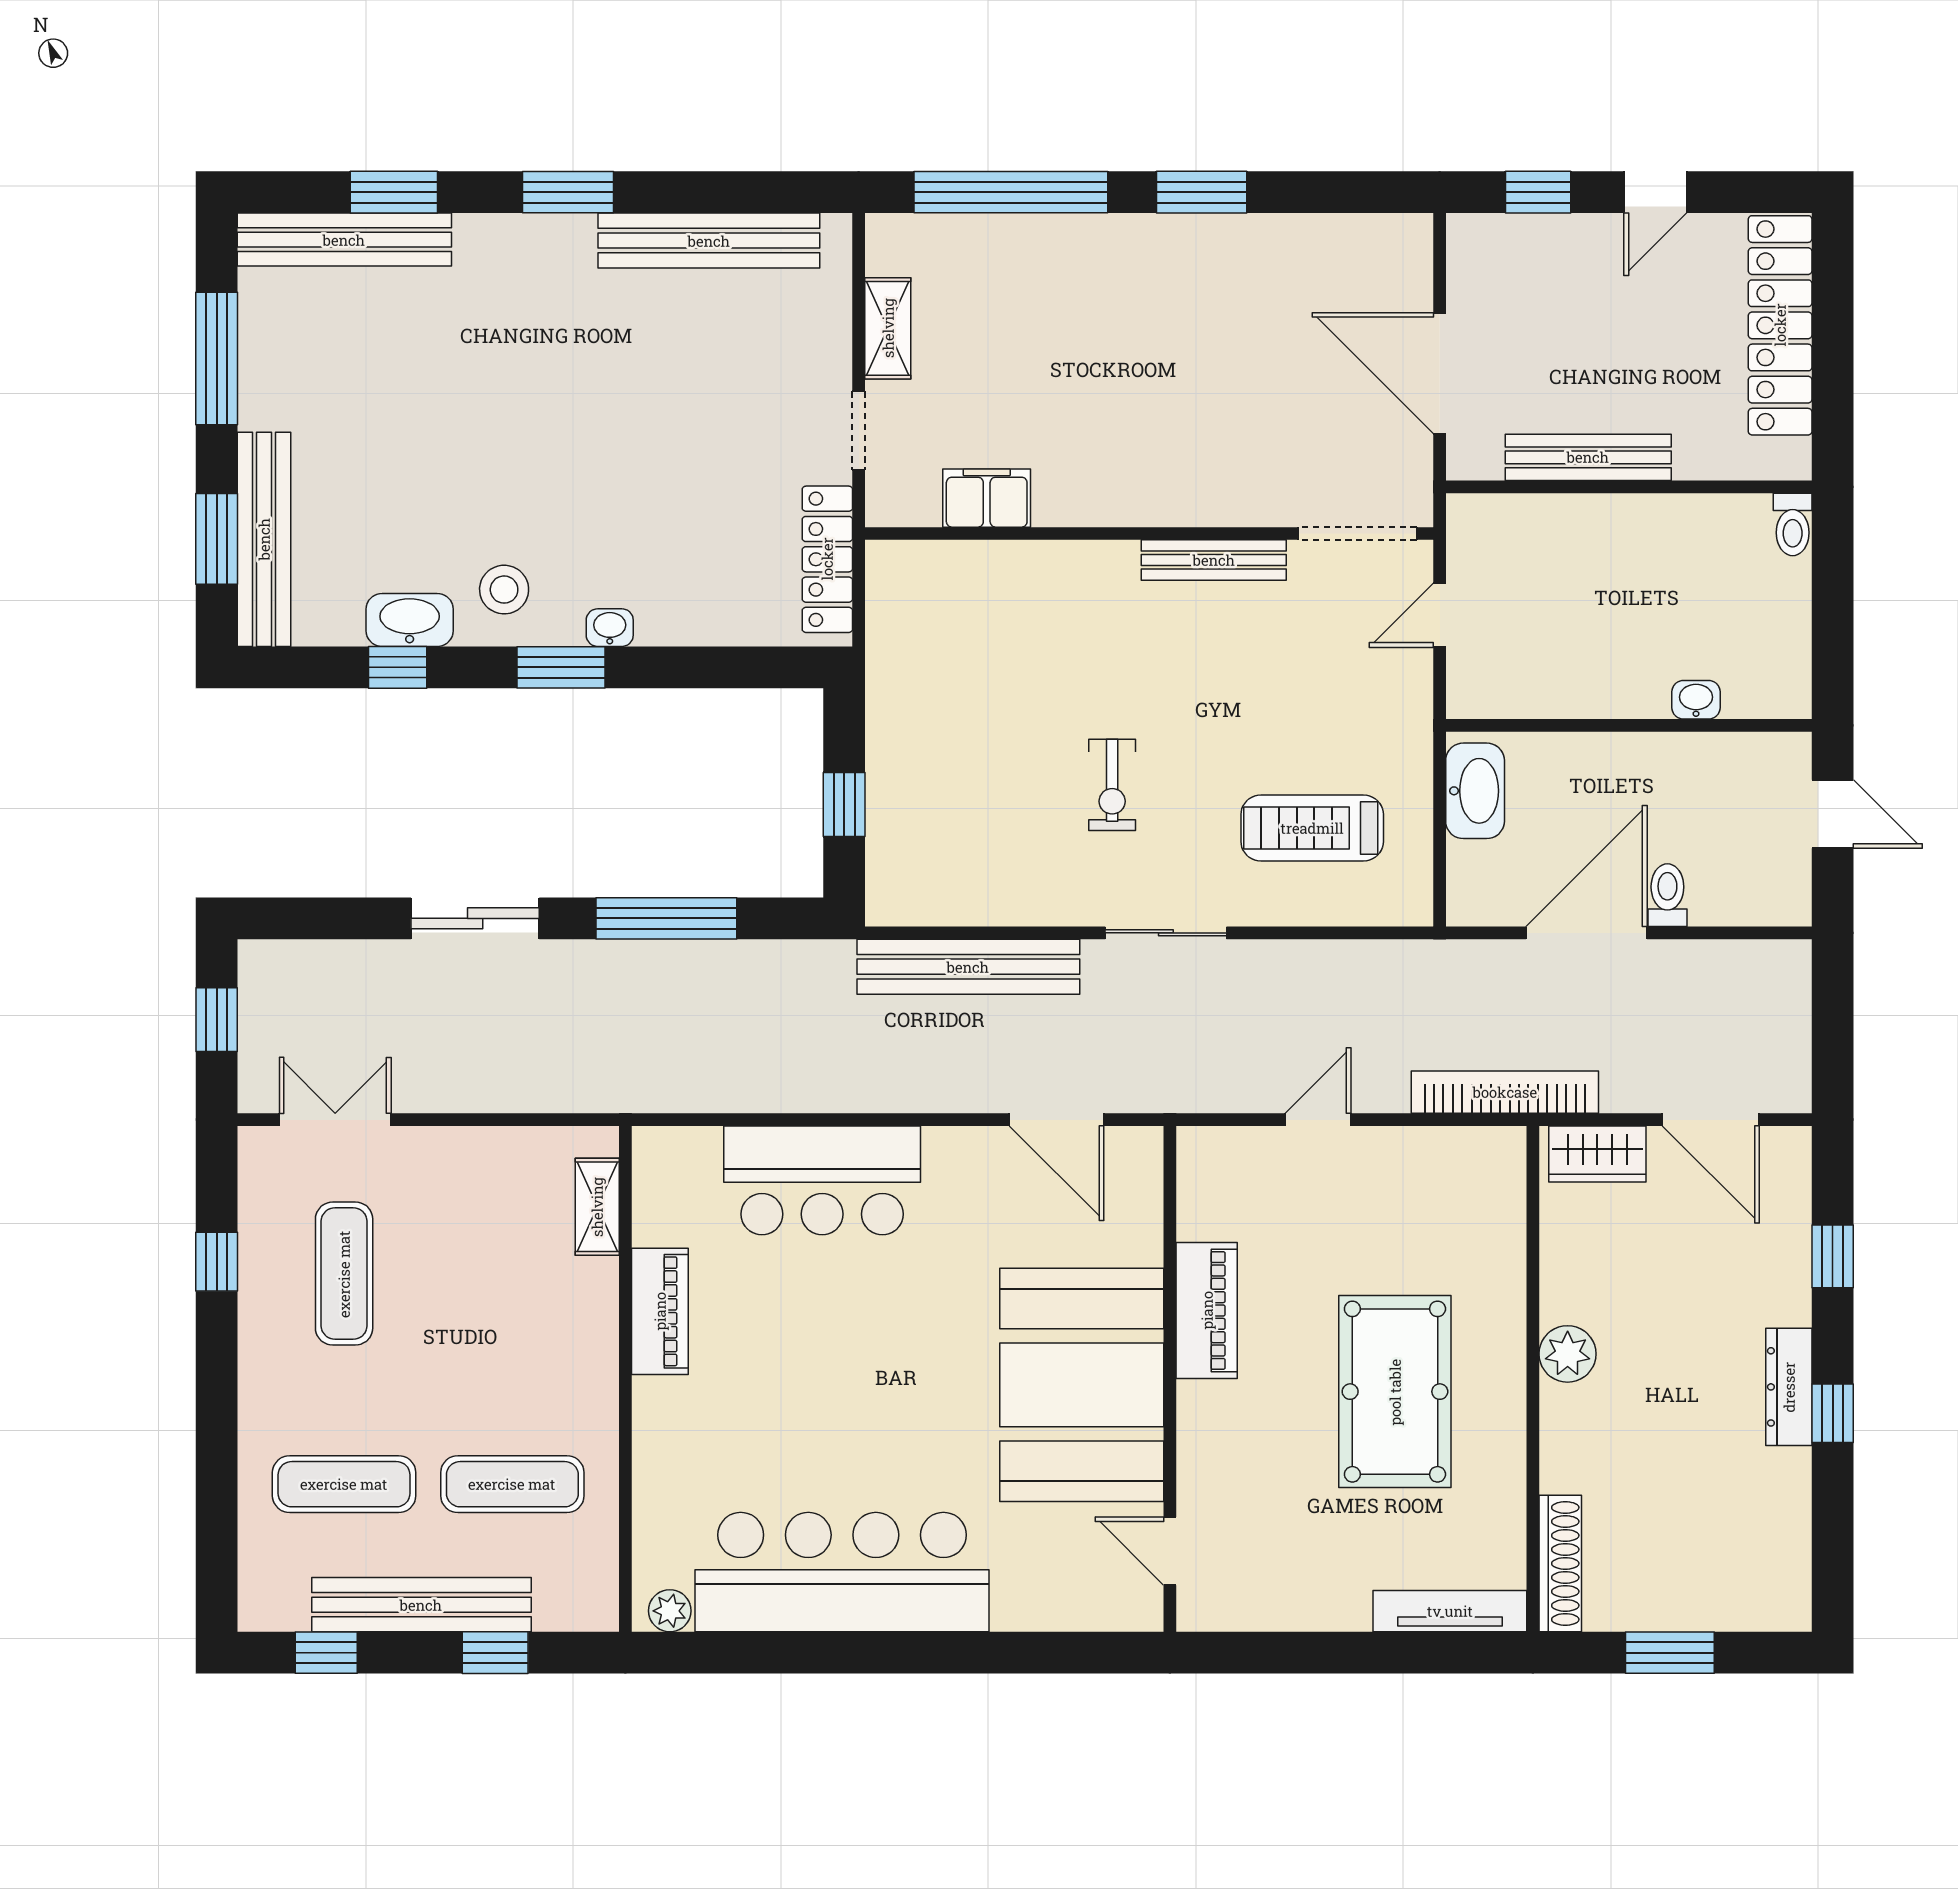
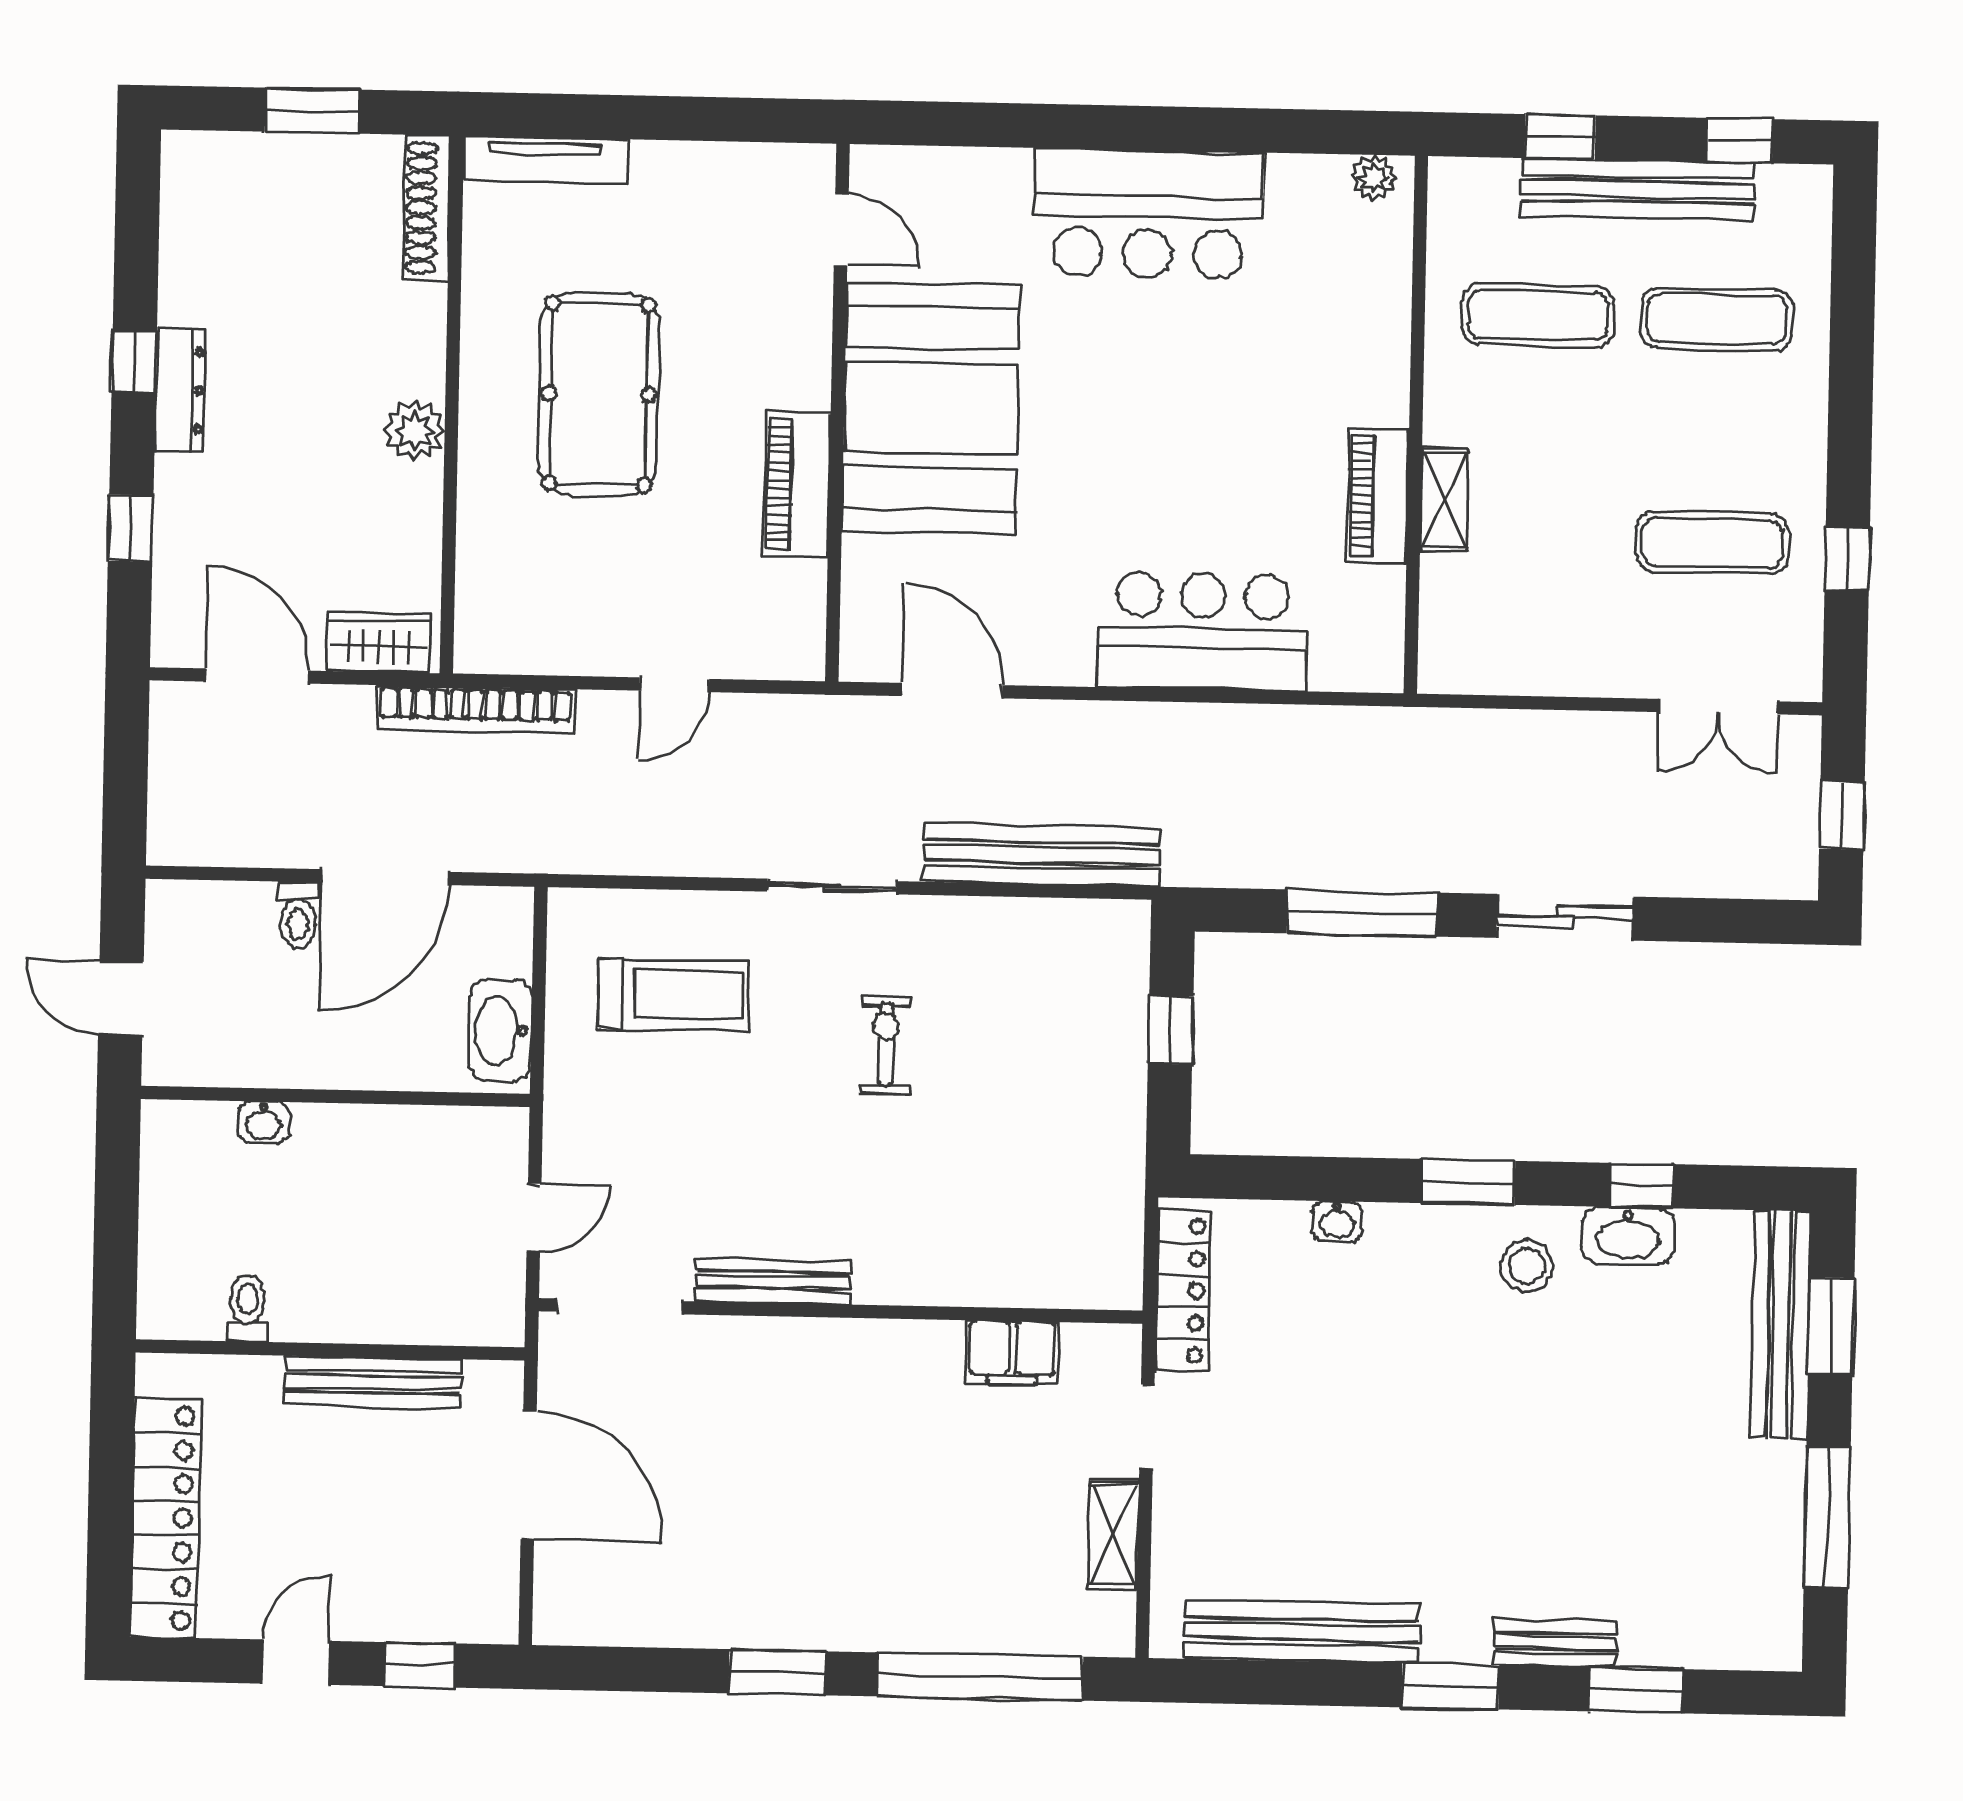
bench: (344, 240) -> (1555, 1643), moved, width x0.54, depth x0.82
toilet: (1793, 524) -> (247, 1308), moved
washbasin: (610, 628) -> (1337, 1221), moved
shelving: (597, 1207) -> (1444, 500), moved
exercise mat: (344, 1274) -> (1712, 543), turned 90
bar counter: (842, 1572) -> (1148, 214), width x0.73

